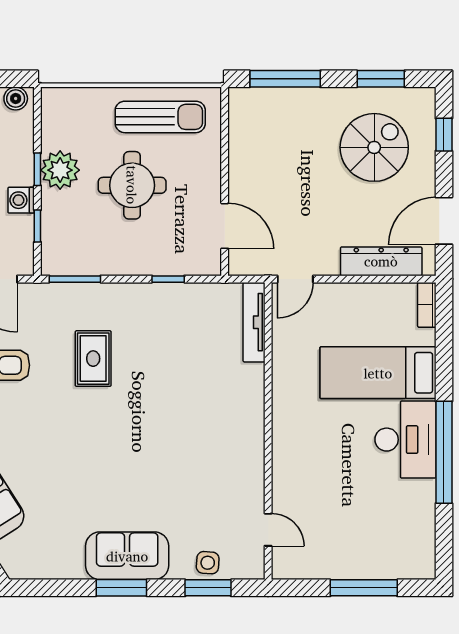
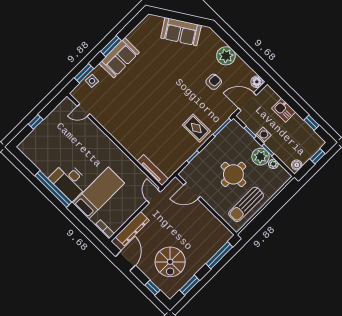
plant: (51, 138) -> (273, 164), added
rug: (93, 359) -> (196, 128), moved
window: (364, 588) -> (36, 122), width x0.46

